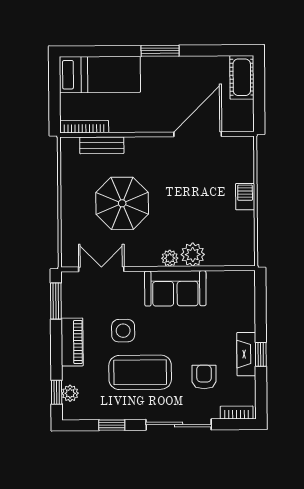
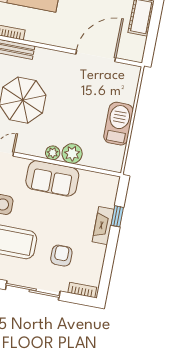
barbecue: (245, 197) -> (118, 124), width x1.88, depth x1.53
fireplace: (246, 354) -> (103, 226), moved
window: (261, 354) -> (117, 216), moved

